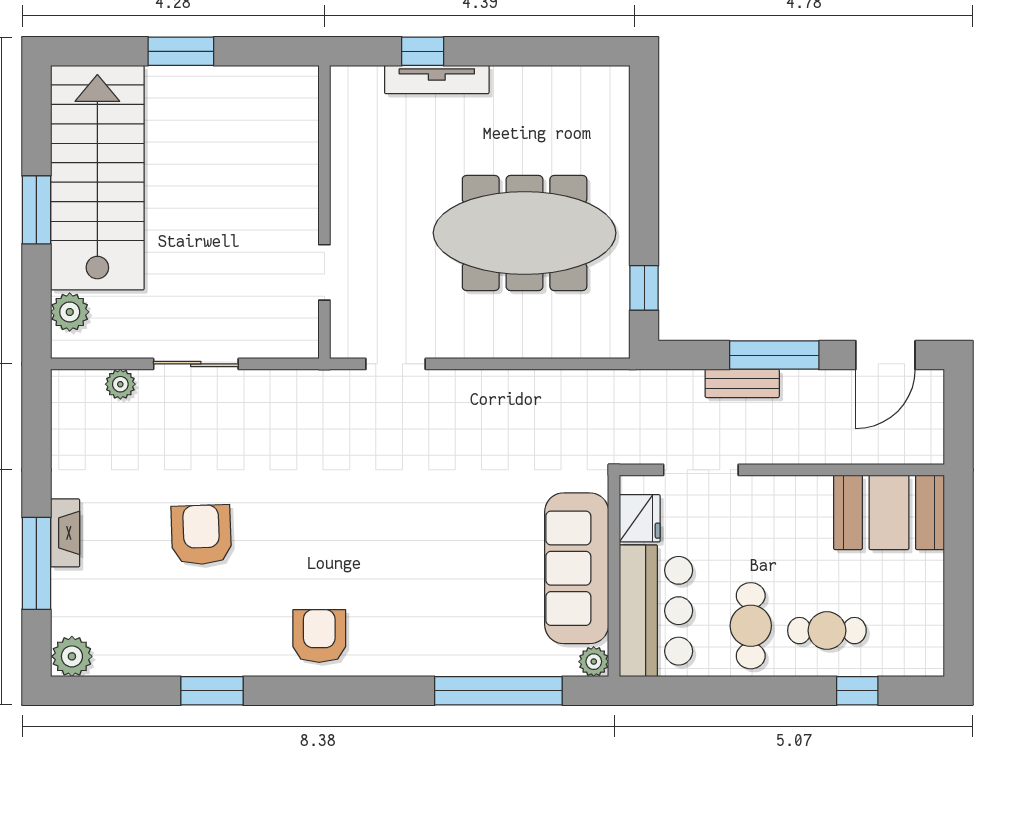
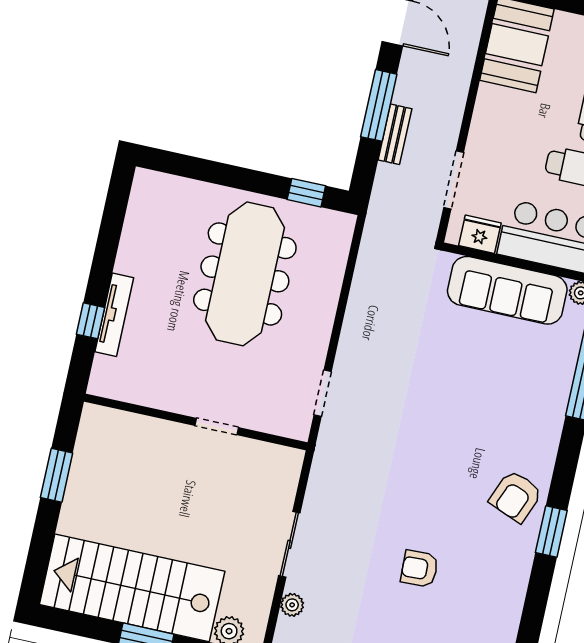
window: (181, 51) -> (57, 475), moved
doorway: (324, 272) -> (217, 426), moved
armchair: (201, 535) -> (419, 569), width x0.72, depth x0.72
armchair: (319, 636) -> (516, 496), turned -68
window: (212, 691) -> (551, 531), moved

